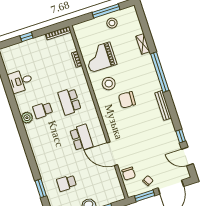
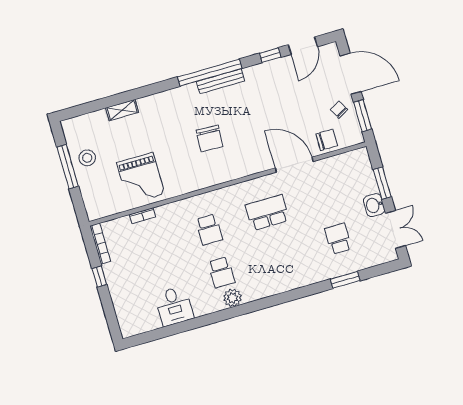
window: (27, 37) -> (99, 277), moved
window: (160, 72) -> (210, 73), moved
stool: (109, 84) -> (183, 166), removed
school desk: (70, 101) -> (209, 229), width x0.54
door: (112, 154) -> (294, 165), swing flipped
school desk: (67, 183) -> (338, 239), turned 180

